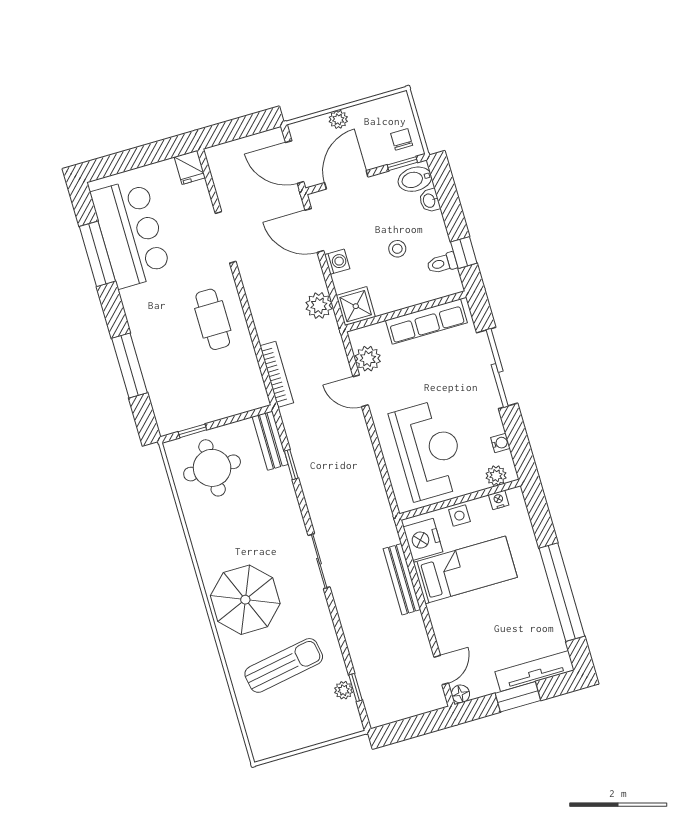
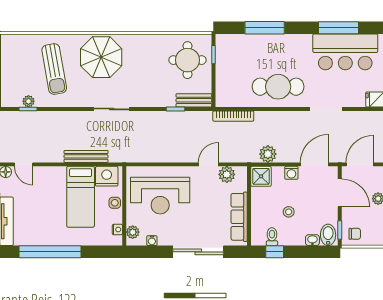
cafe table: (213, 319) -> (278, 87), width x1.37, depth x1.35

